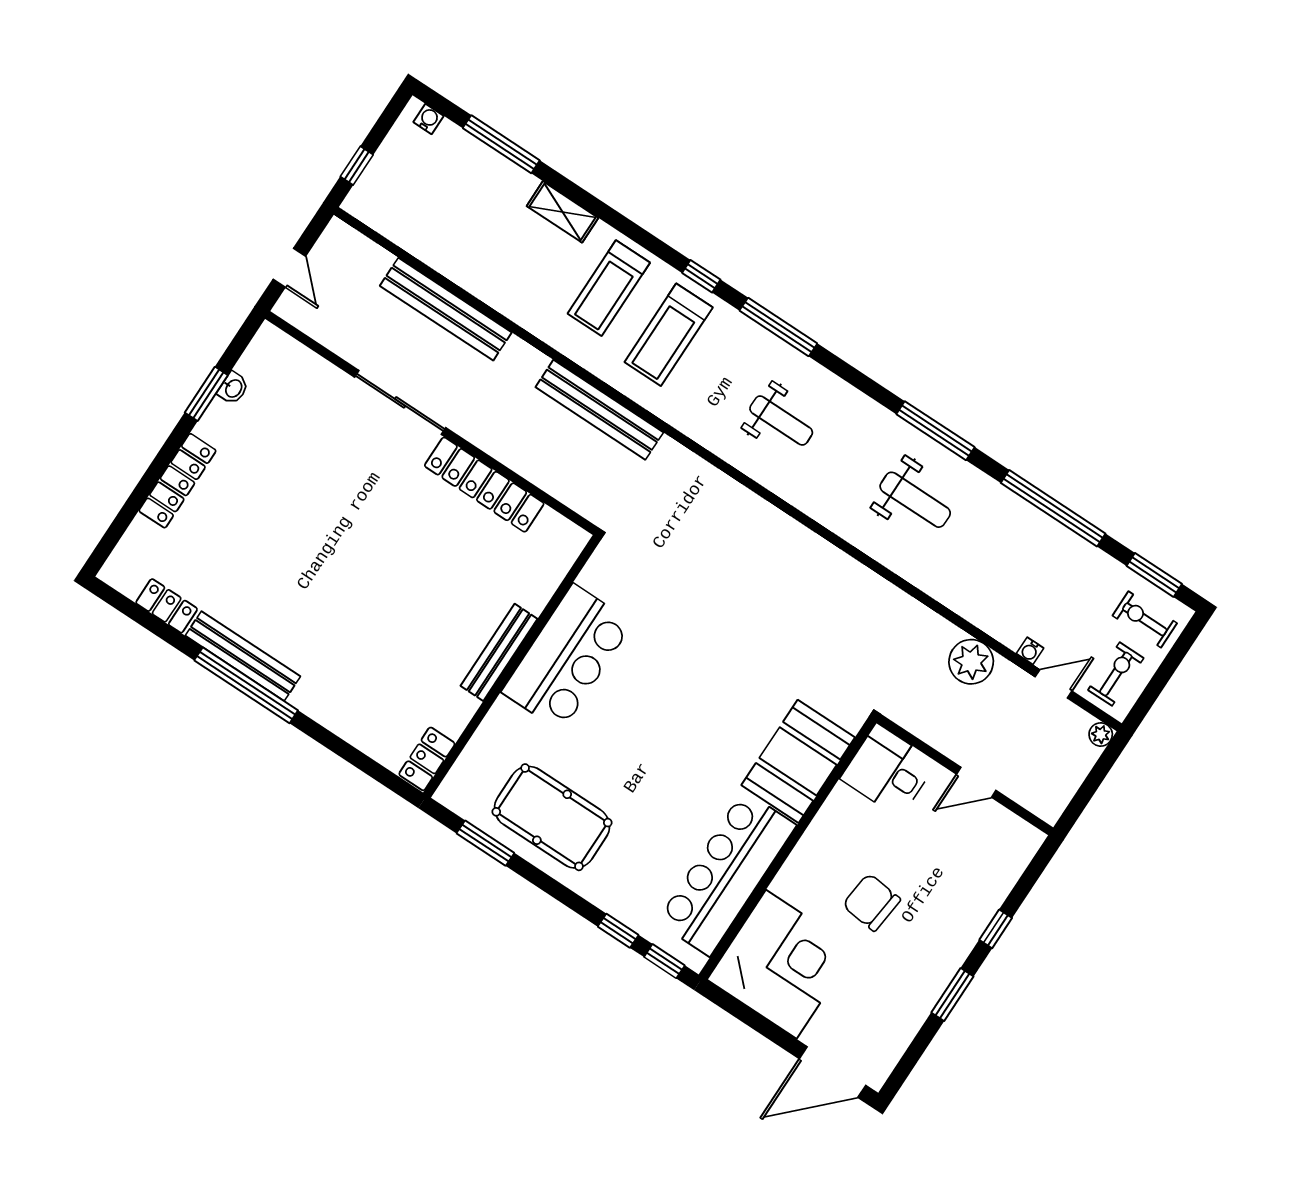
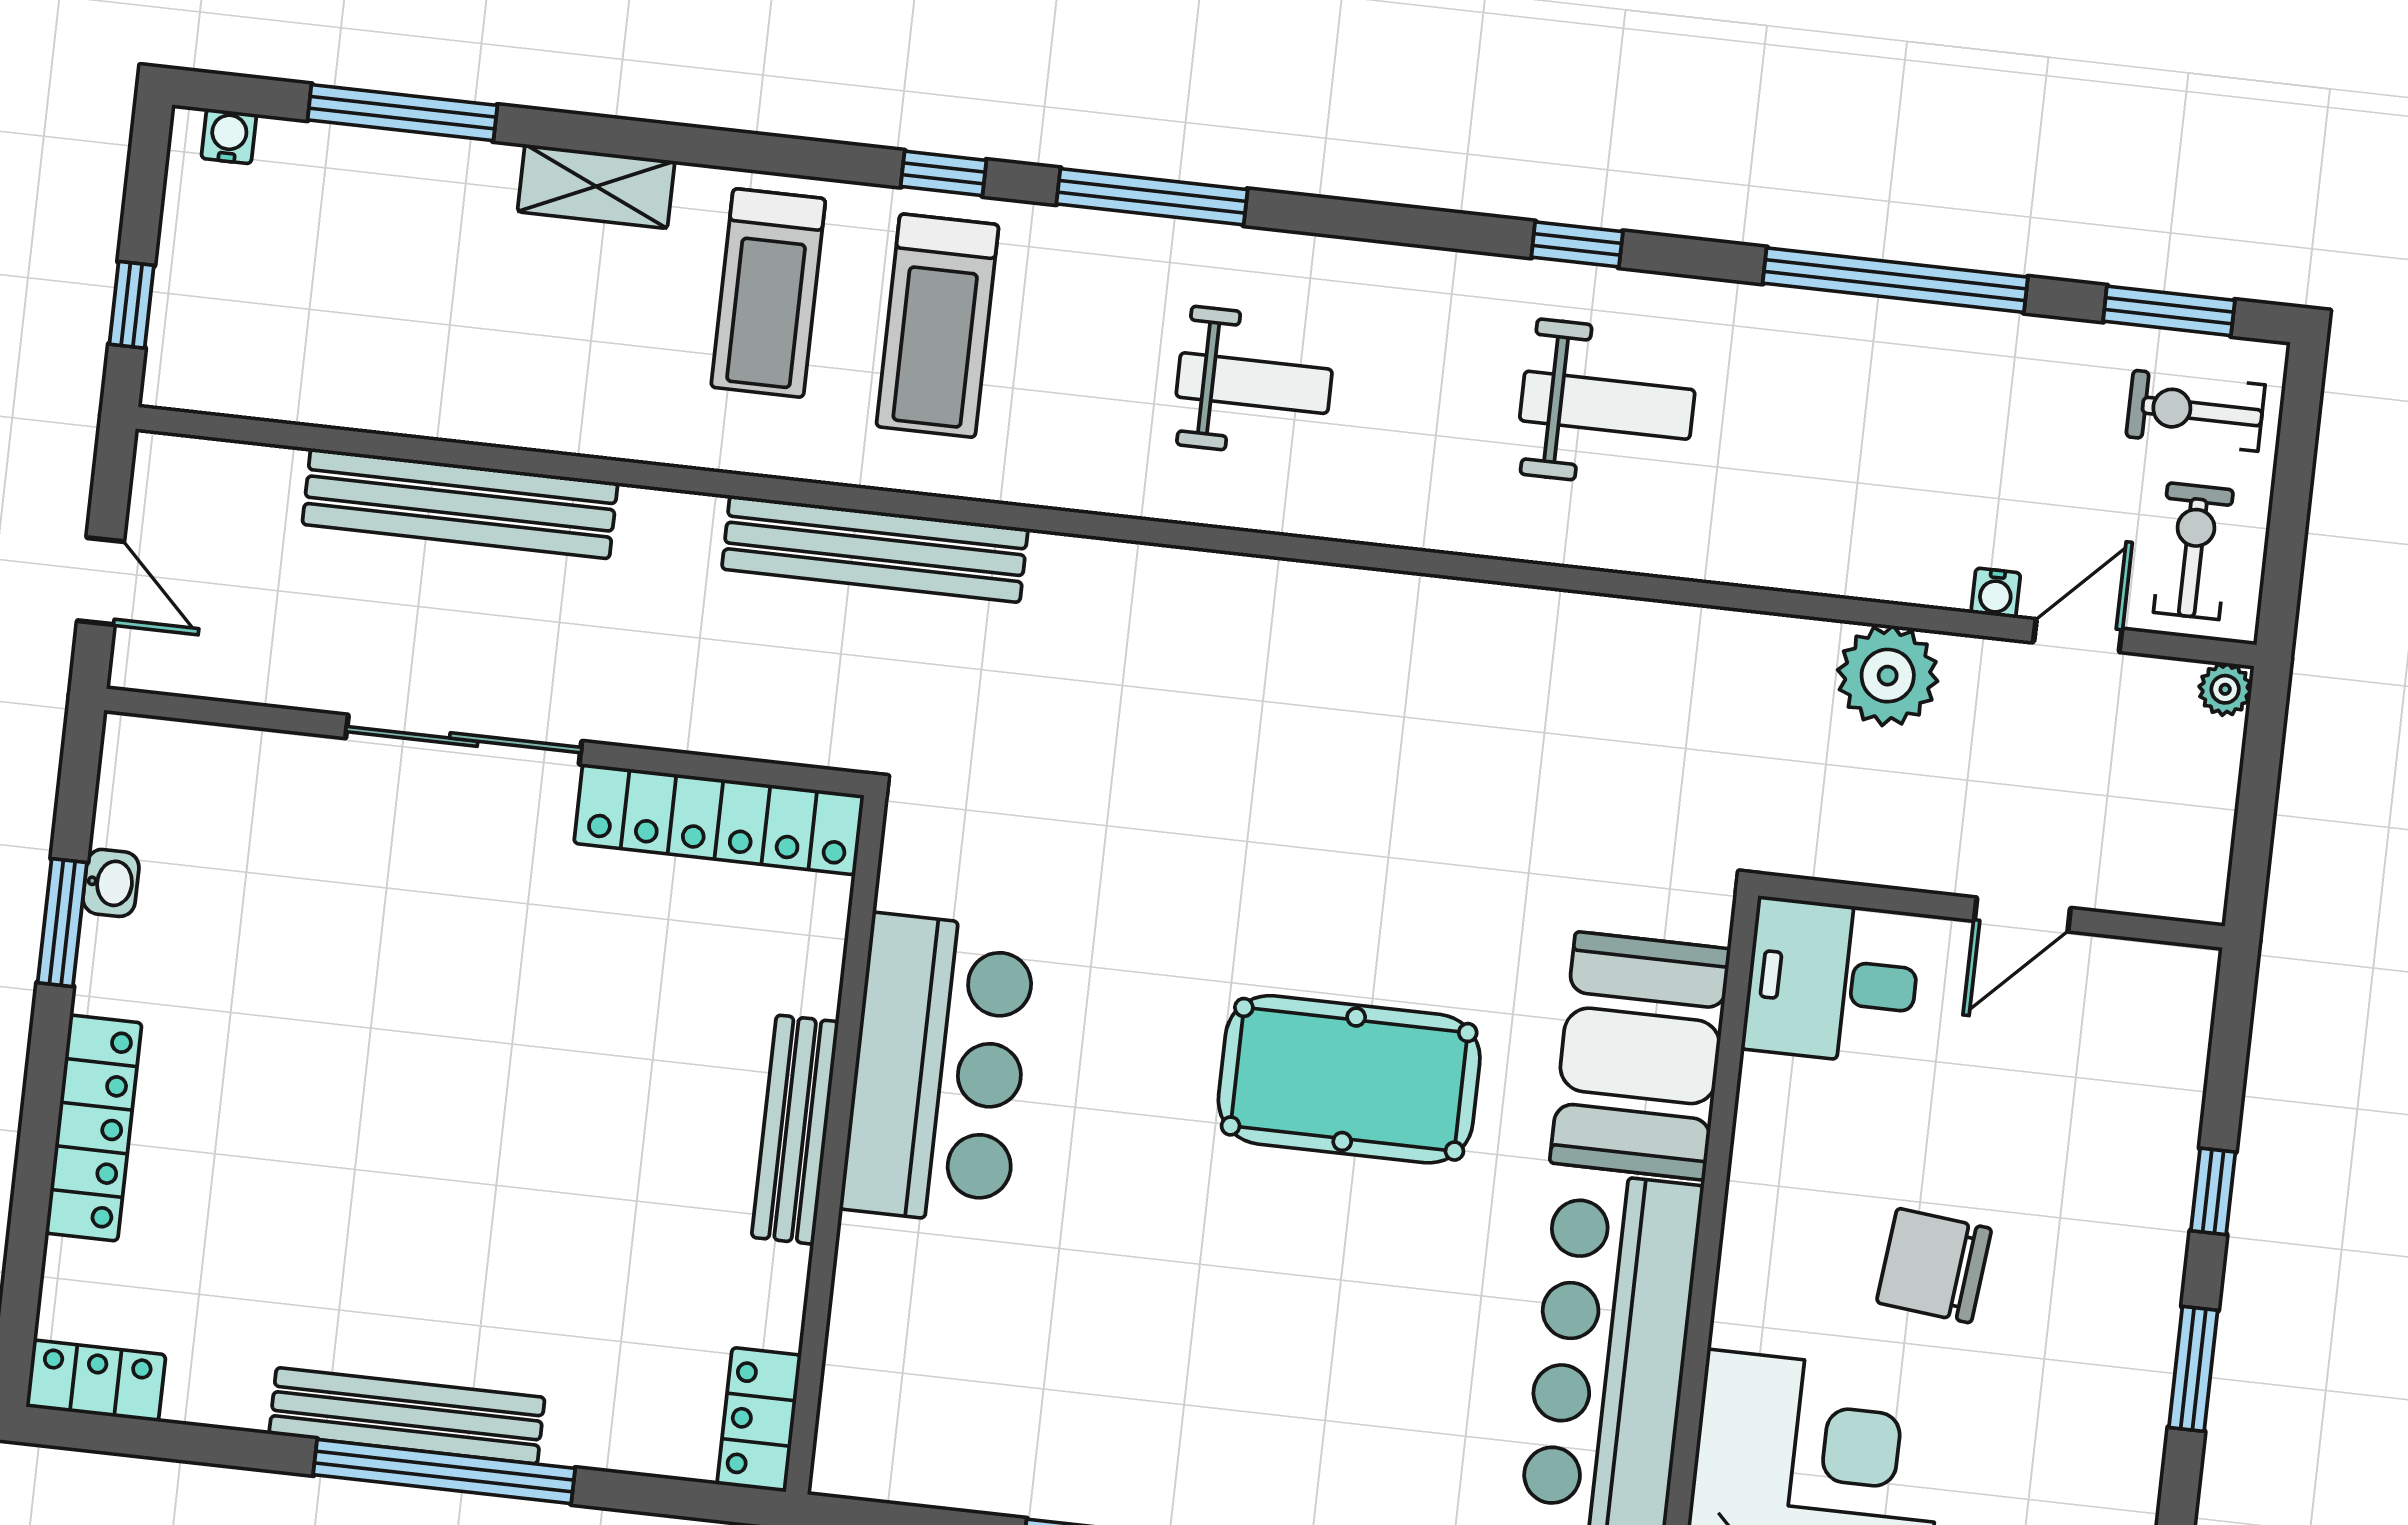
window: (935, 431) -> (1577, 244), width x0.46
locker: (167, 606) -> (96, 1381), moved
bench: (499, 652) -> (795, 1130), moved
bar counter: (567, 657) -> (938, 1070), moved
wall: (512, 666) -> (836, 1145), moved
locker: (427, 759) -> (759, 1420), moved
pool table: (552, 817) -> (1349, 1079), moved

